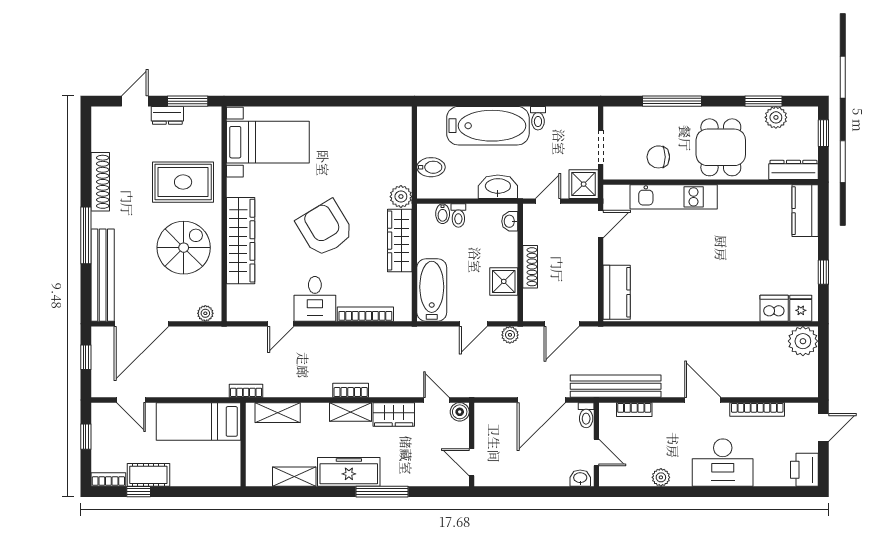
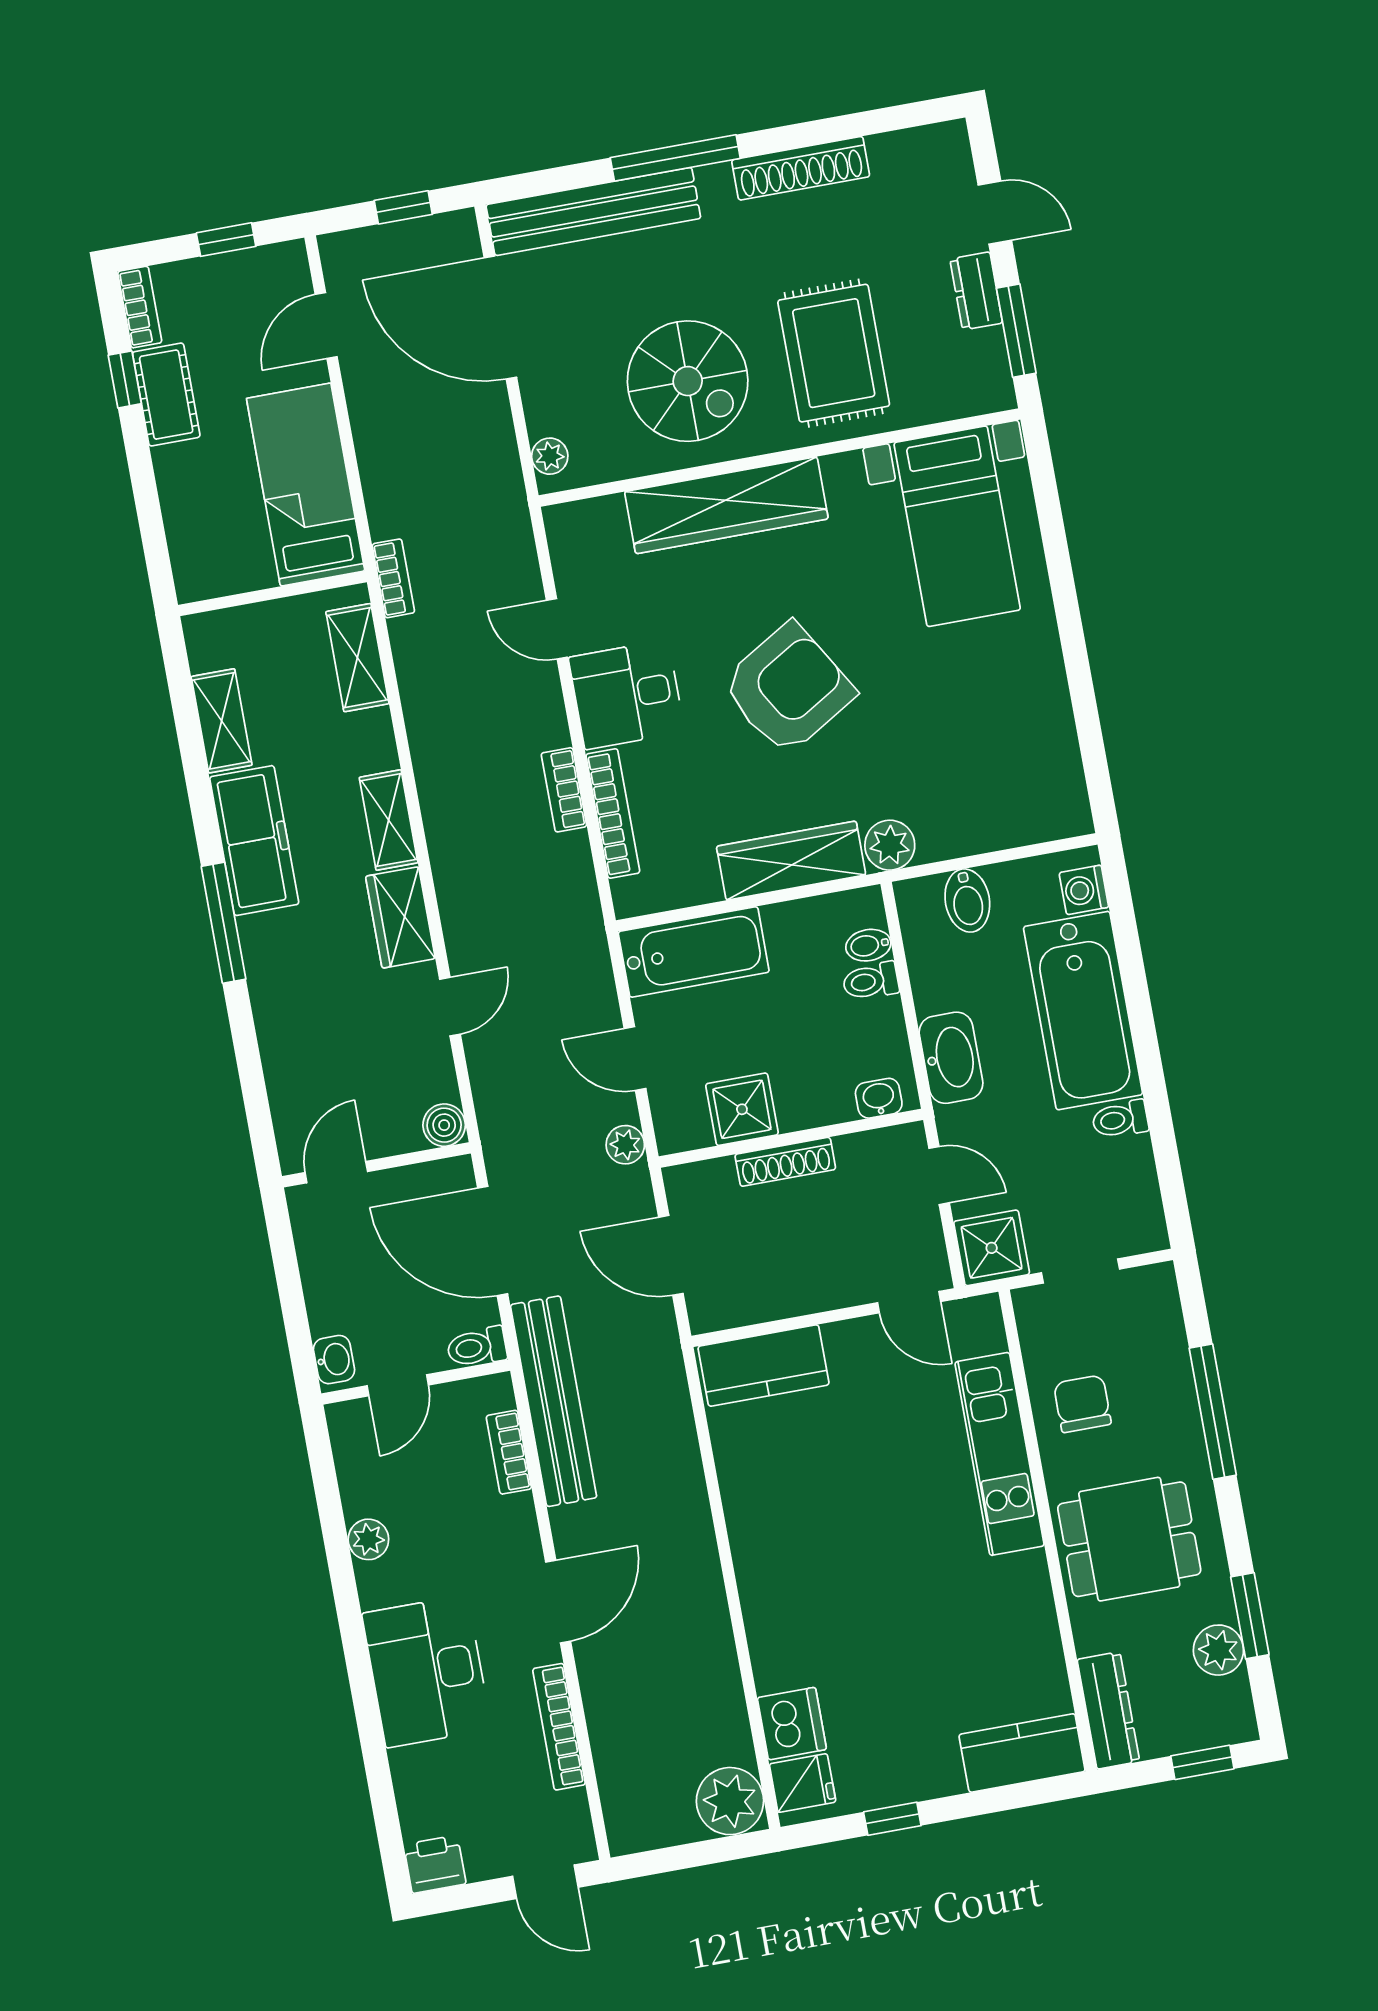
washing machine: (436, 116) -> (1084, 890), added
bookcase: (351, 390) -> (564, 790), moved, turned 180
boiler: (460, 412) -> (444, 1125), moved
wall: (472, 444) -> (376, 1165), moved
door: (472, 462) -> (336, 1172), moved
printer: (804, 470) -> (435, 1864), width x0.73, depth x0.81

